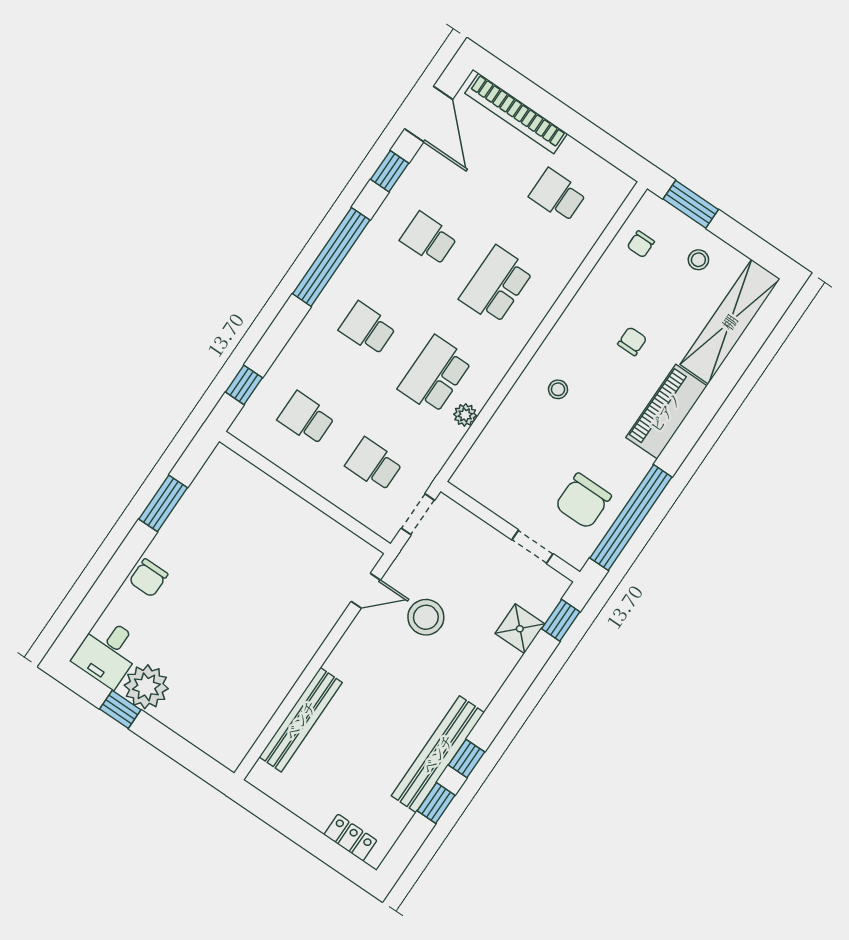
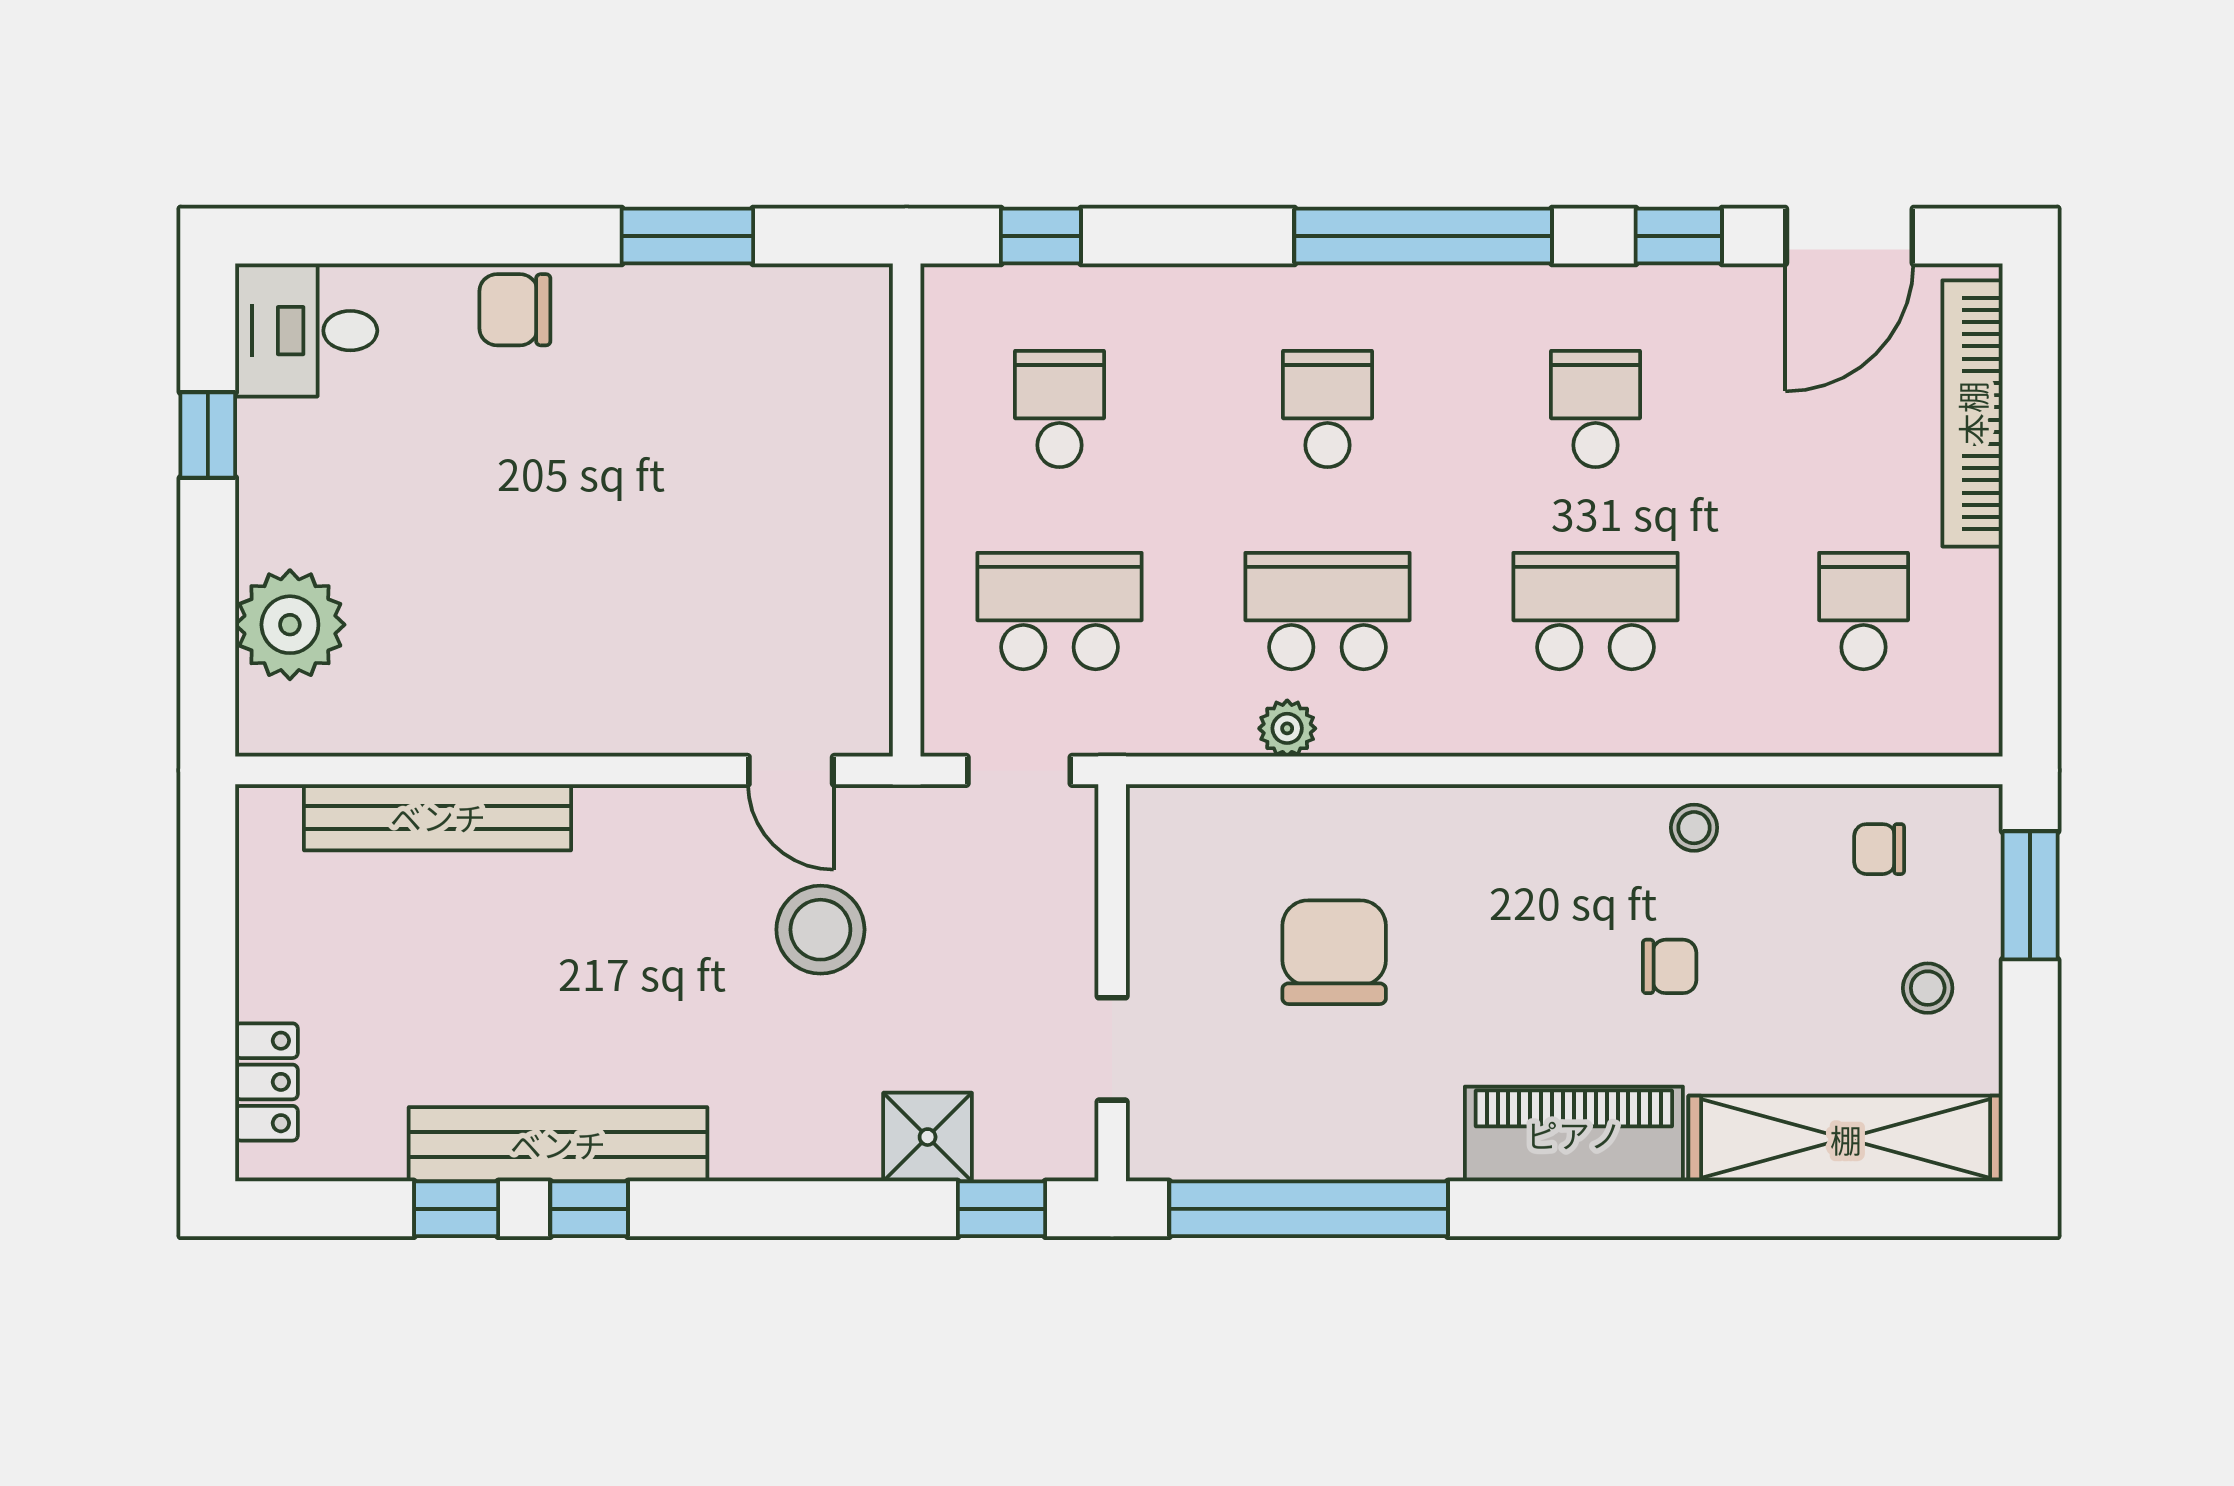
stool: (558, 389) -> (1694, 828), moved
school desk: (374, 464) -> (1059, 611), width x1.85
chair: (583, 501) -> (1334, 952), moved, turned 90
plant: (146, 687) -> (290, 625), moved

